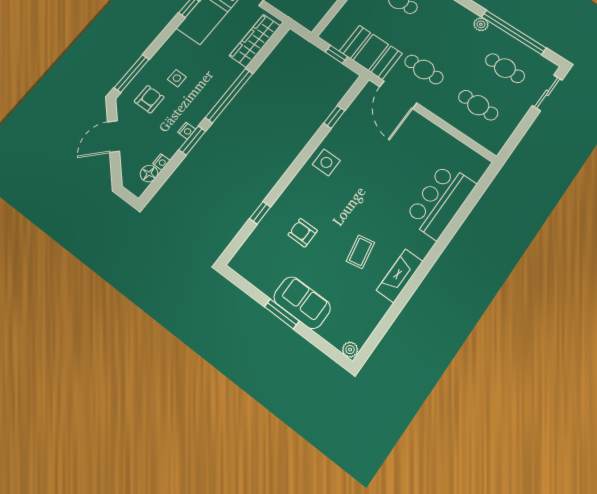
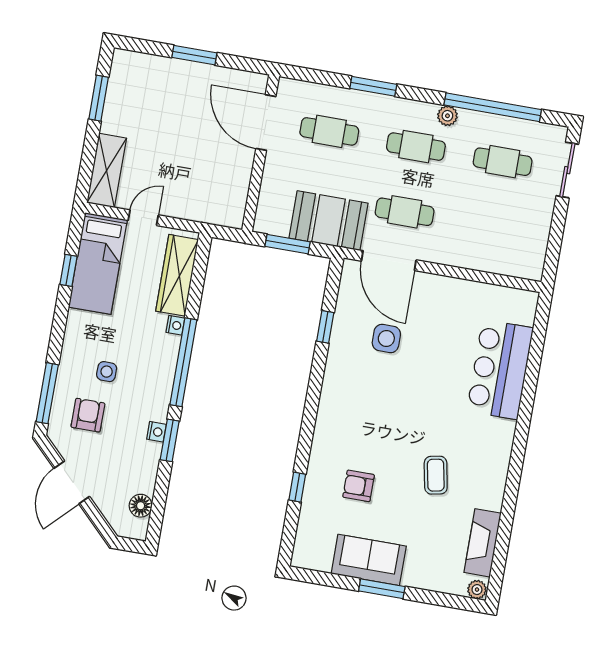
window: (336, 54) -> (288, 244), width x1.50
cafe table: (478, 105) -> (416, 147), moved
nightstand: (161, 162) -> (175, 325), moved
side table: (326, 162) -> (386, 338), moved
fireplace: (400, 276) -> (483, 543), moved
sofa: (302, 303) -> (369, 560), moved

